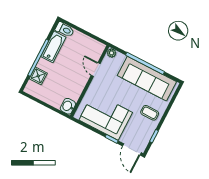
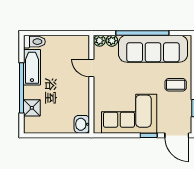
plant: (120, 58) -> (112, 41), added

